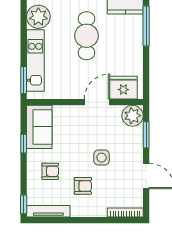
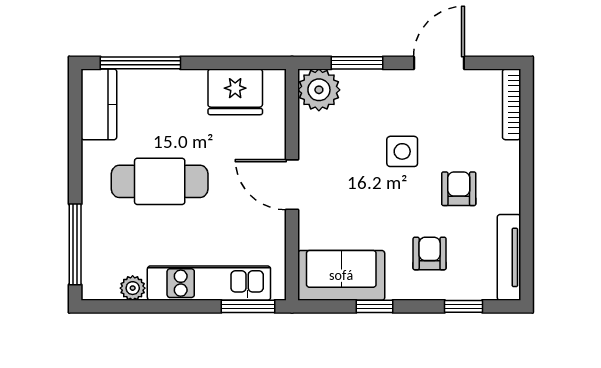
plant: (38, 17) -> (133, 288), width x0.53, depth x0.53
fridge: (123, 88) -> (235, 92), moved, turned -90
door: (97, 102) -> (292, 185), moved
window: (24, 204) -> (464, 306), moved

